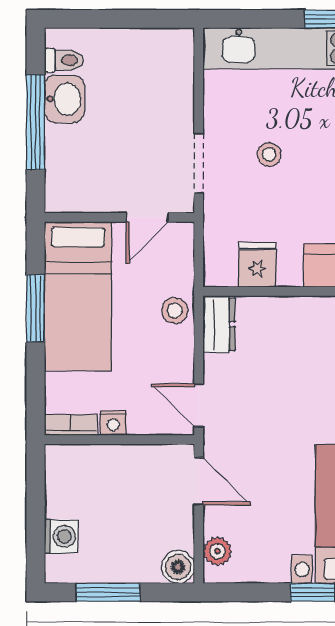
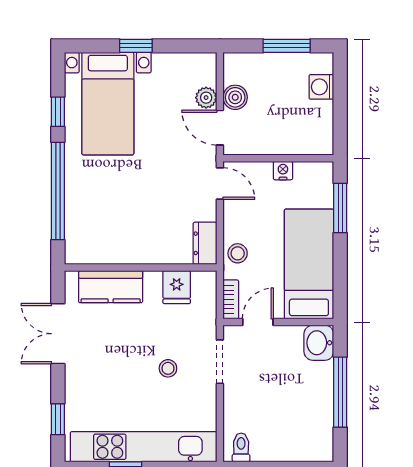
toilet: (64, 60) -> (241, 447), moved, turned 90
washbasin: (64, 99) -> (319, 343), moved
window: (35, 308) -> (340, 208), moved
bookcase: (71, 425) -> (231, 299), moved, turned -90
plant: (217, 551) -> (206, 98), moved
boiler: (178, 567) -> (235, 97), moved

